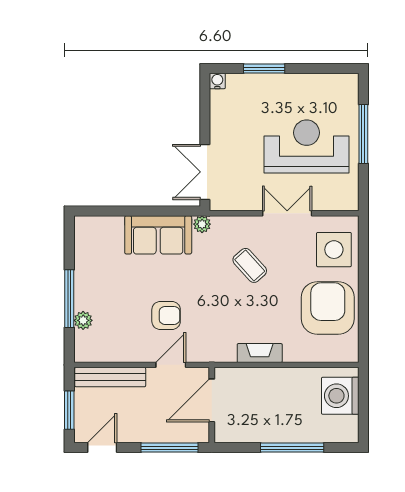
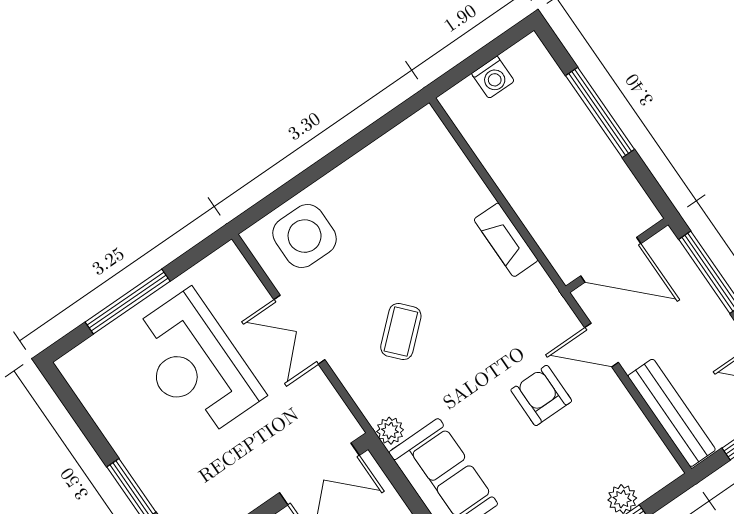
armchair: (328, 308) -> (386, 192), removed
washing machine: (340, 396) -> (493, 77), width x0.53, depth x0.53

